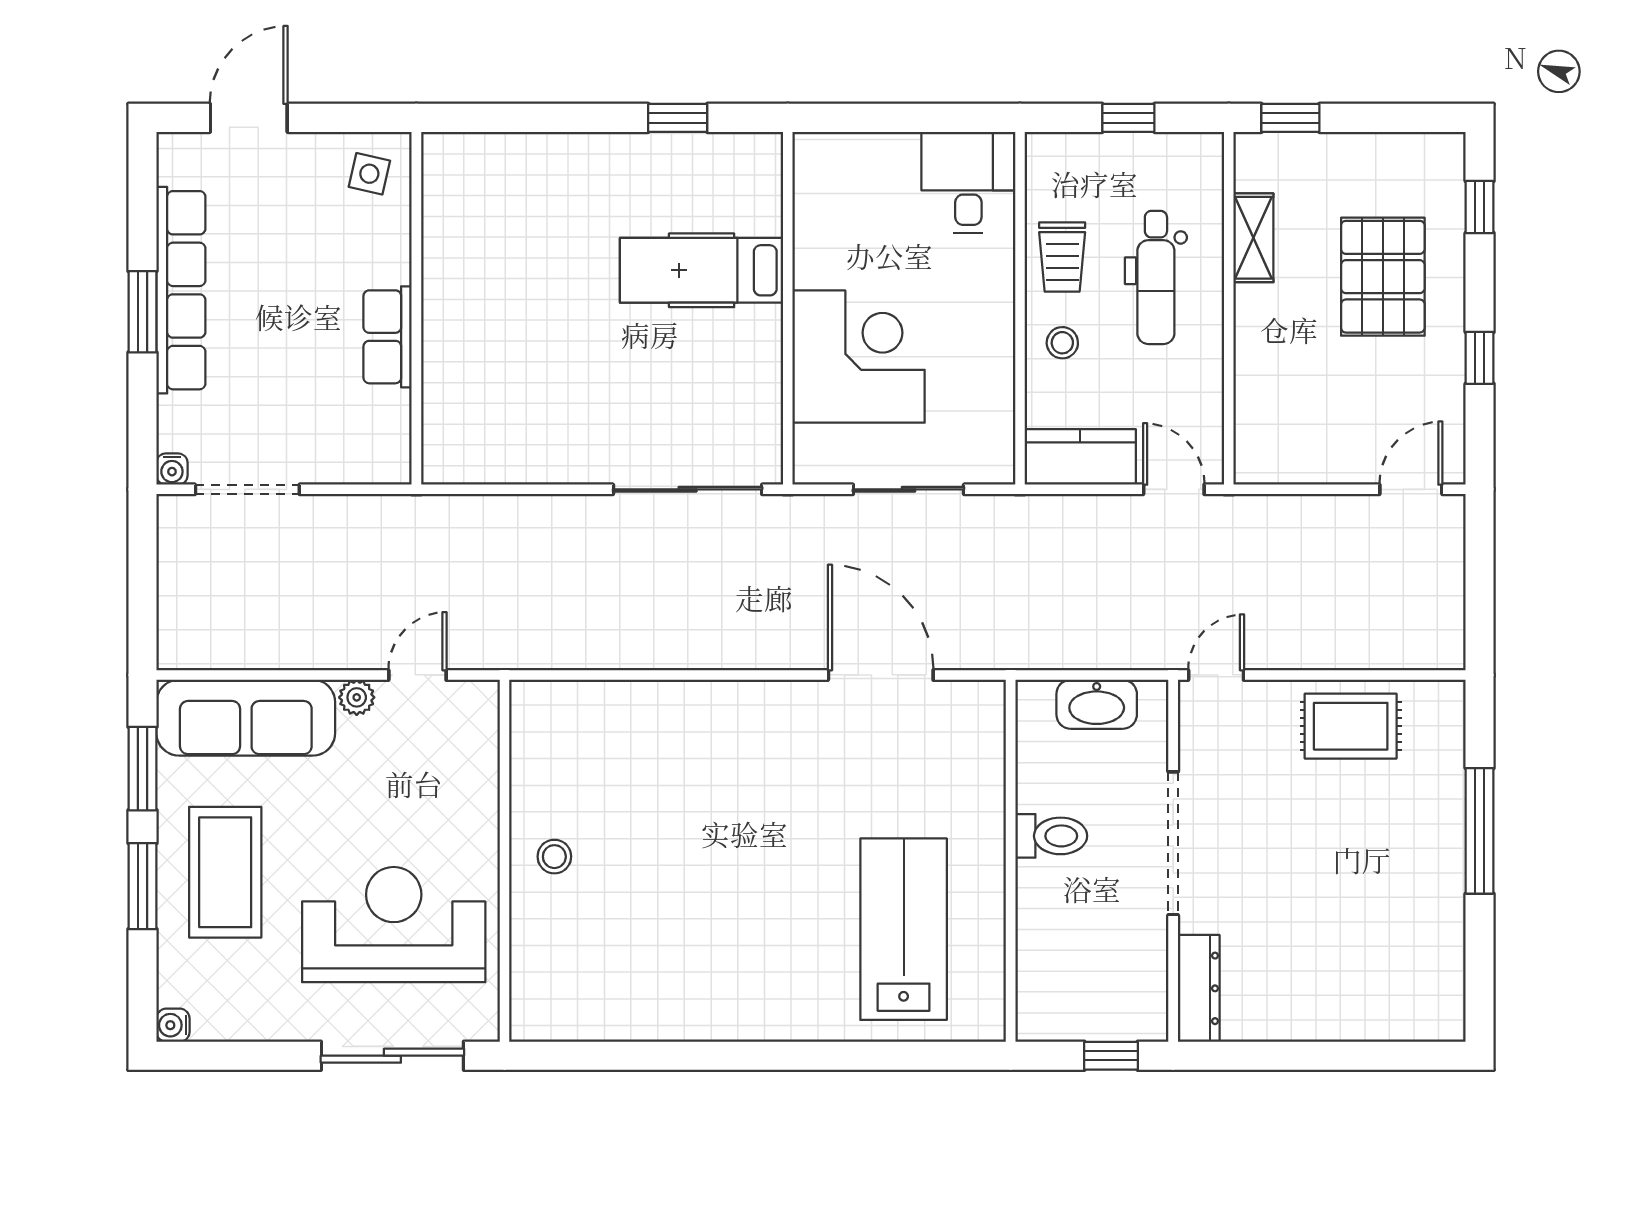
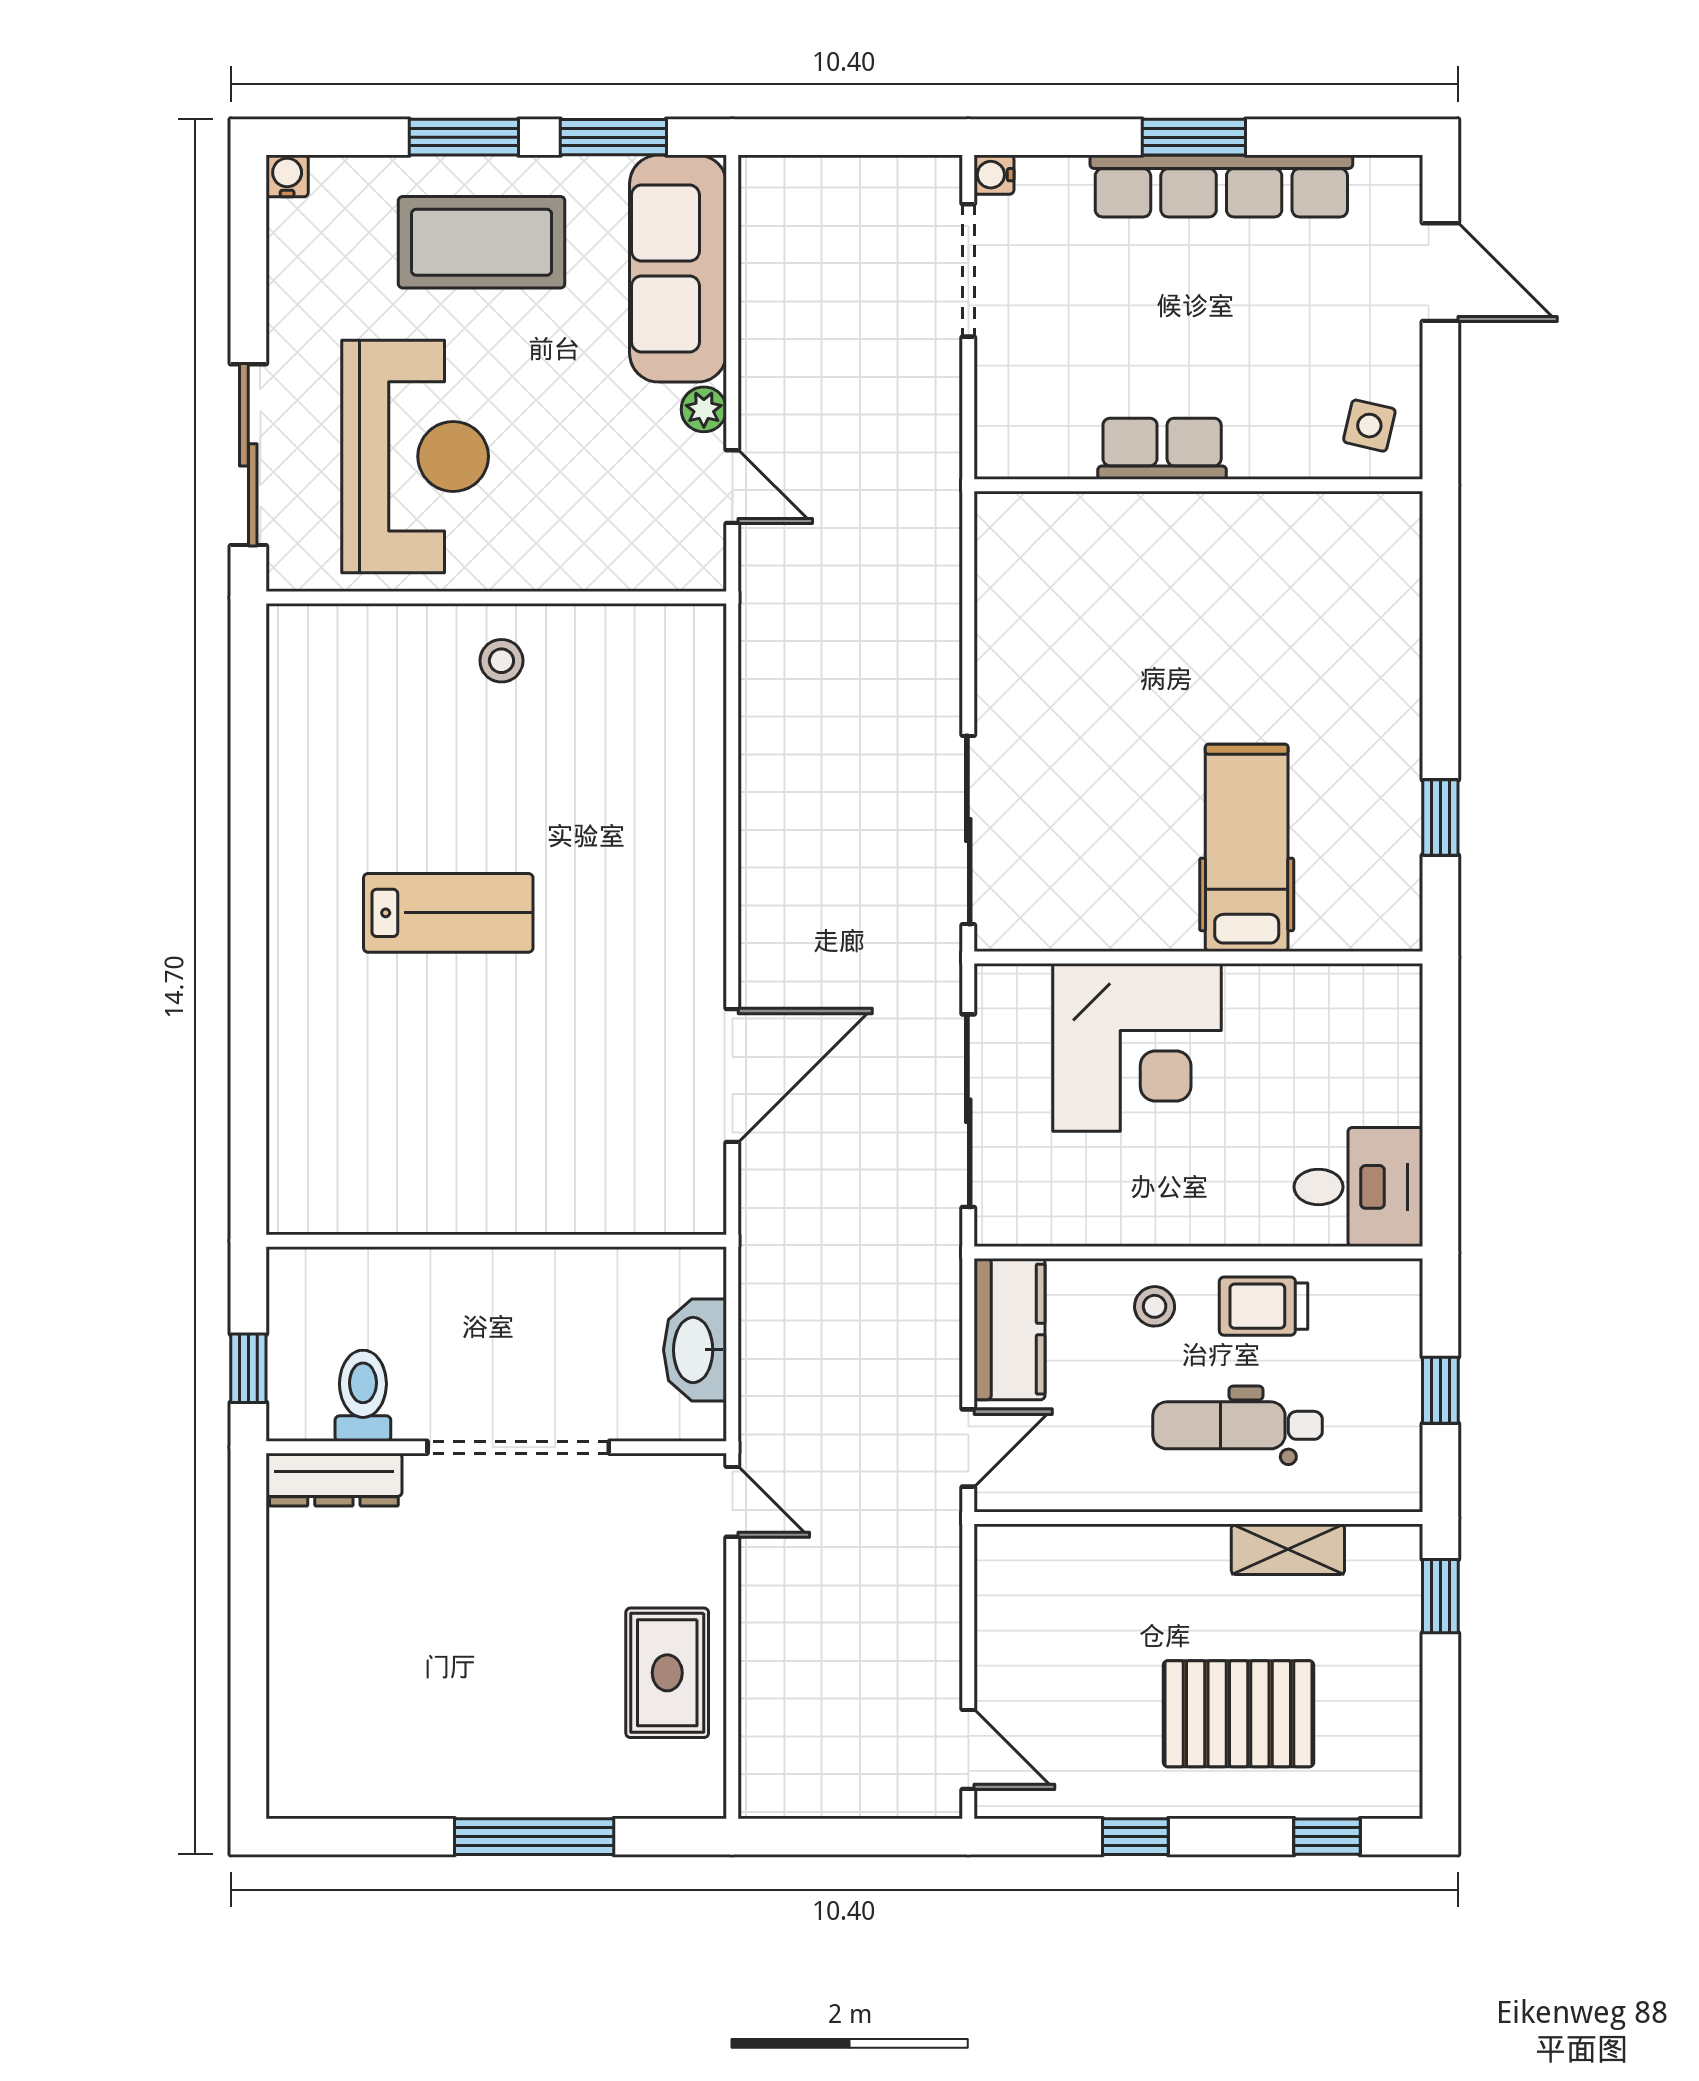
sliding door: (908, 489) -> (968, 1111), width x1.37
toilet: (1051, 836) -> (363, 1396), moved, turned 180
lab bench: (904, 929) -> (448, 913), moved, width x0.73, depth x0.72

